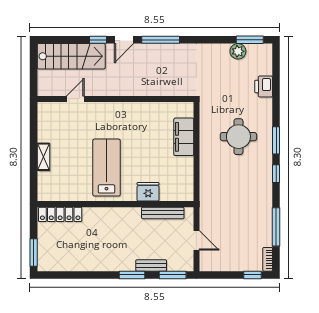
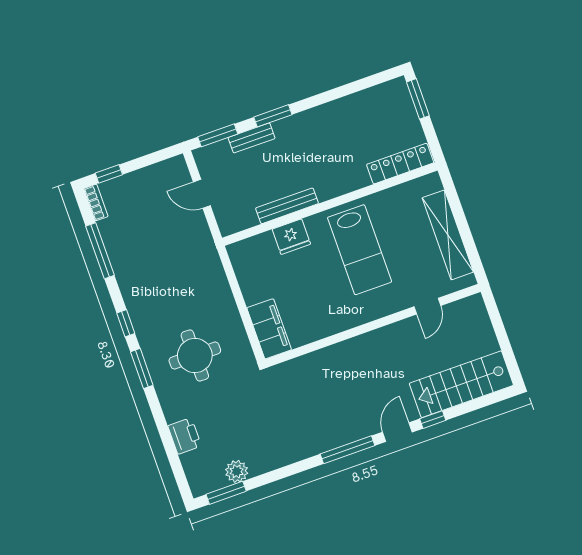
door: (75, 99) -> (427, 306), moved
wall: (115, 99) -> (373, 326), moved
shelving: (43, 157) -> (448, 235), width x2.20, depth x1.33
bench: (163, 213) -> (287, 206), moved

